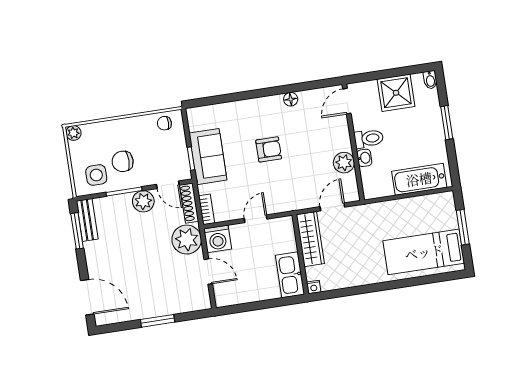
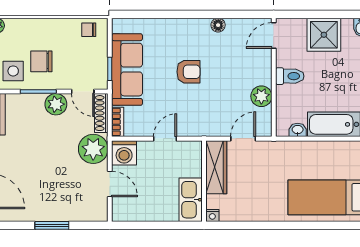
sofa: (208, 157) -> (127, 70), width x1.36
washbasin: (364, 158) -> (298, 130), moved, turned -90

